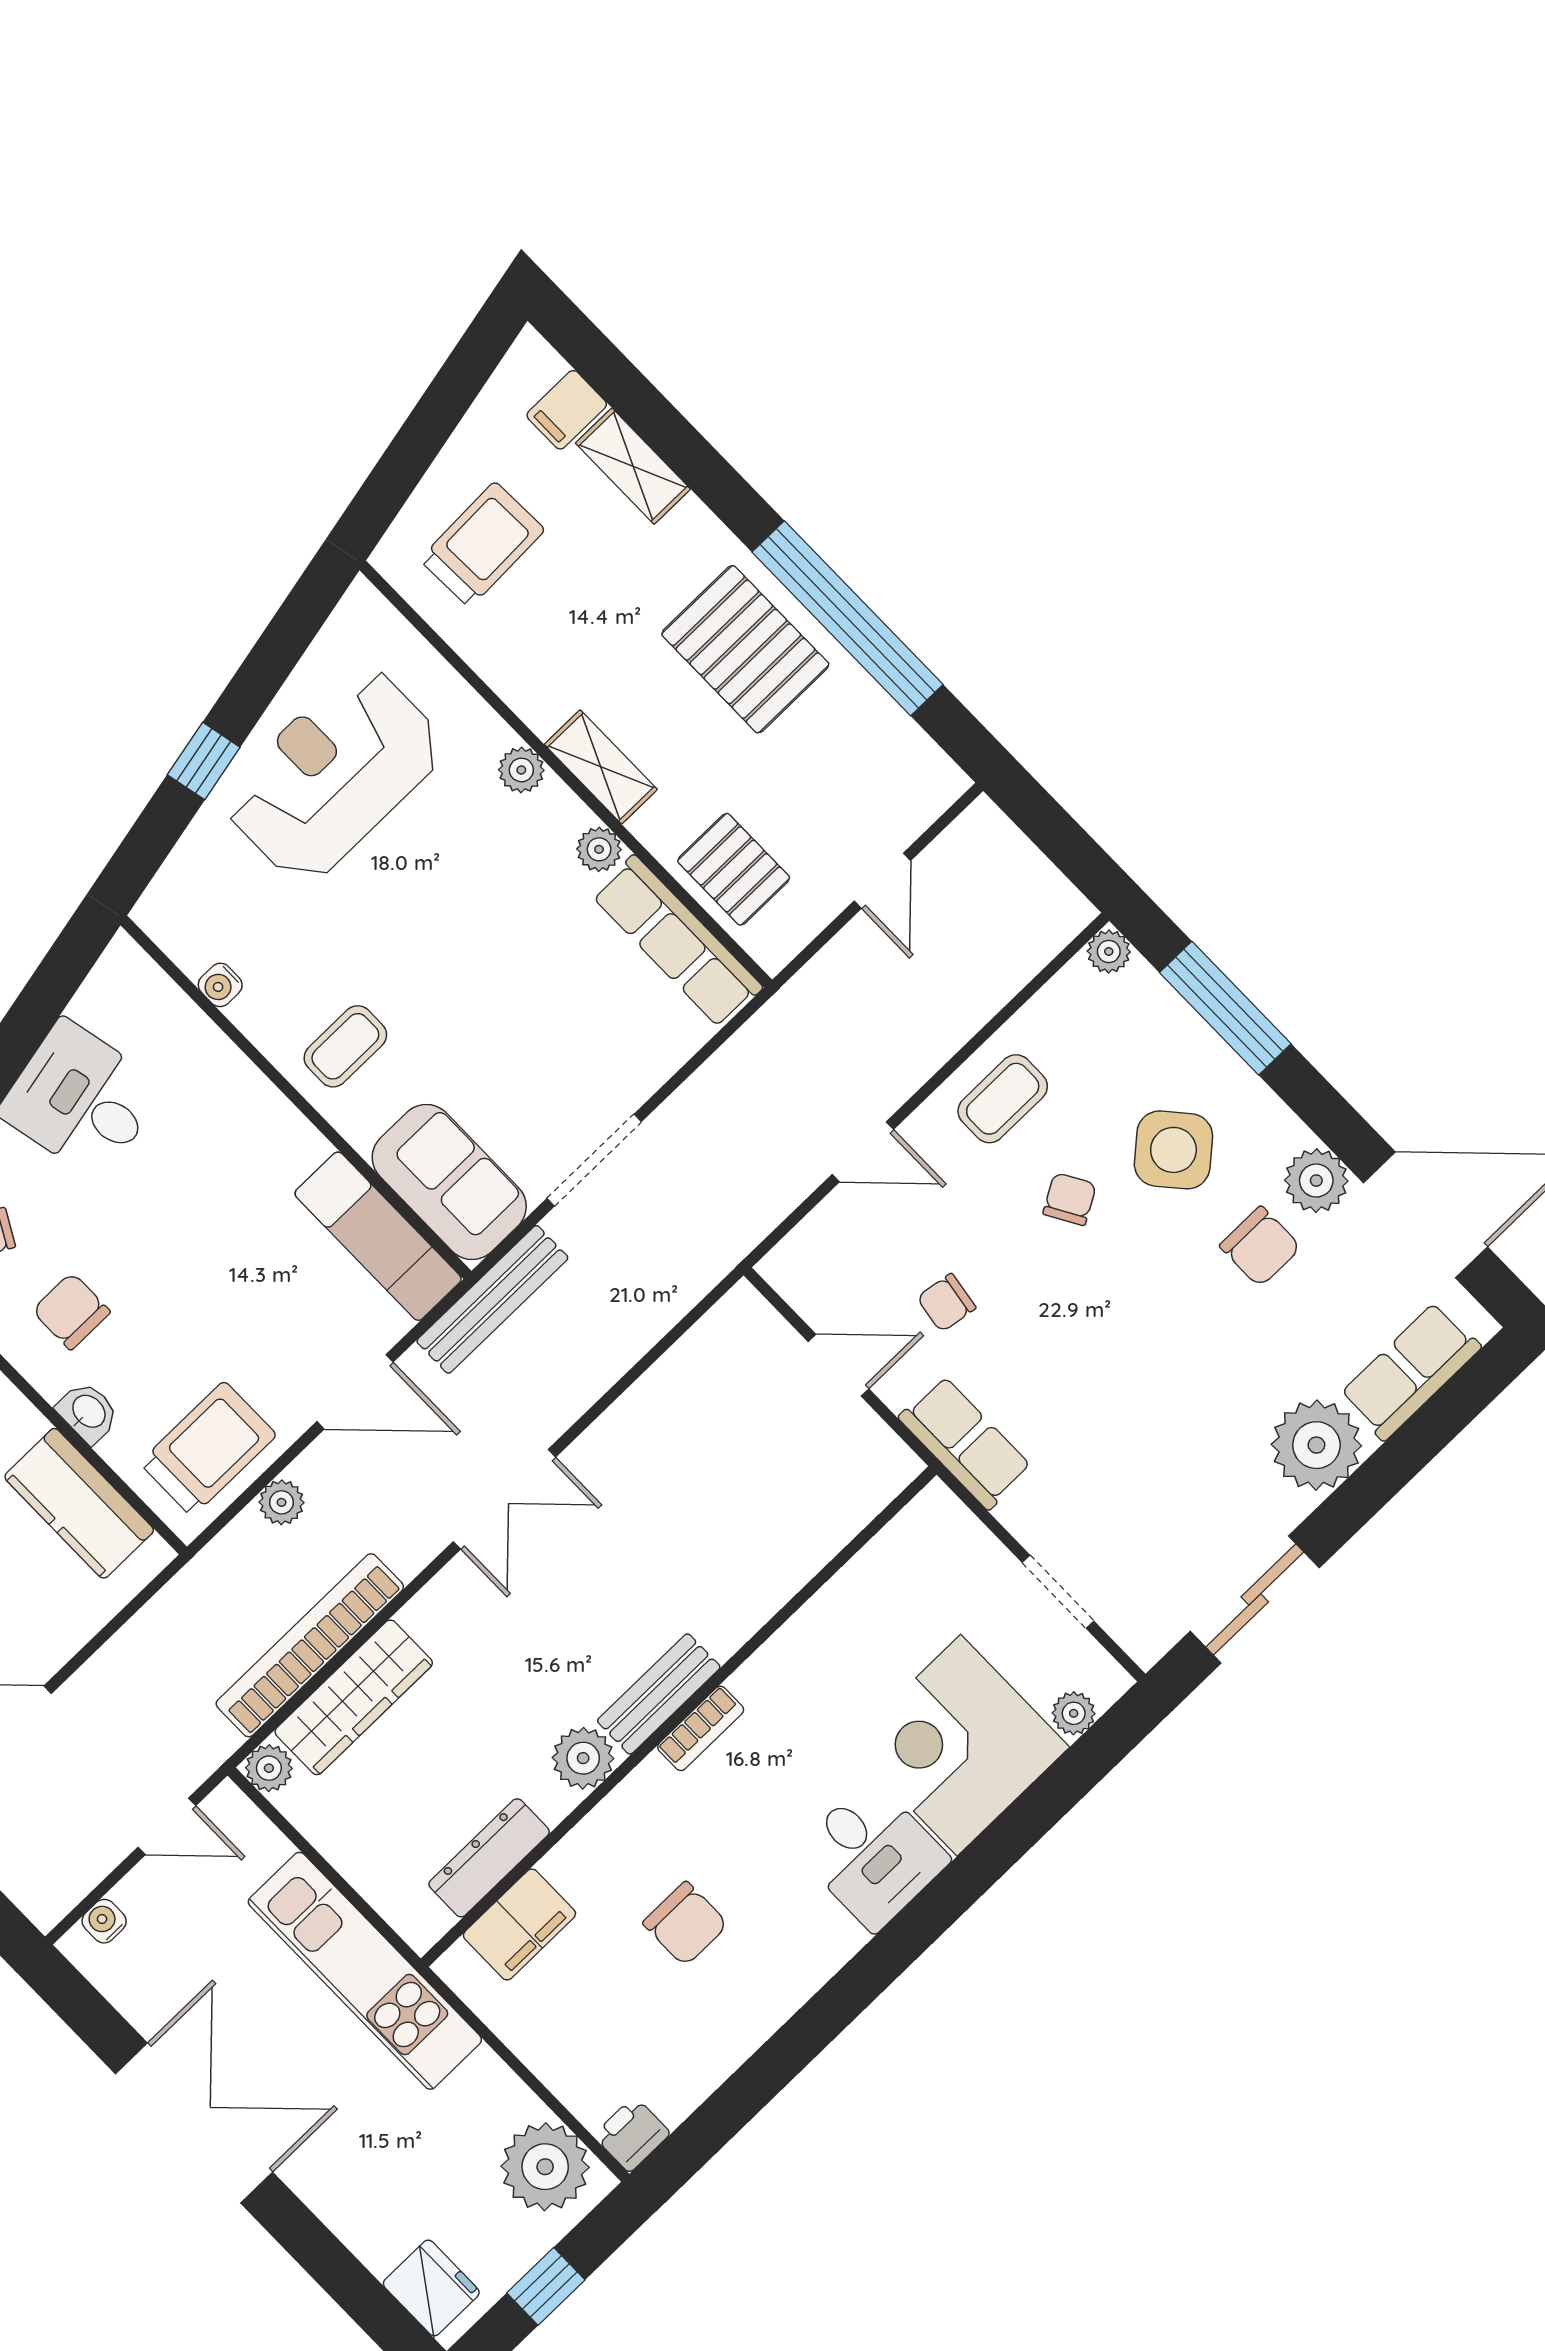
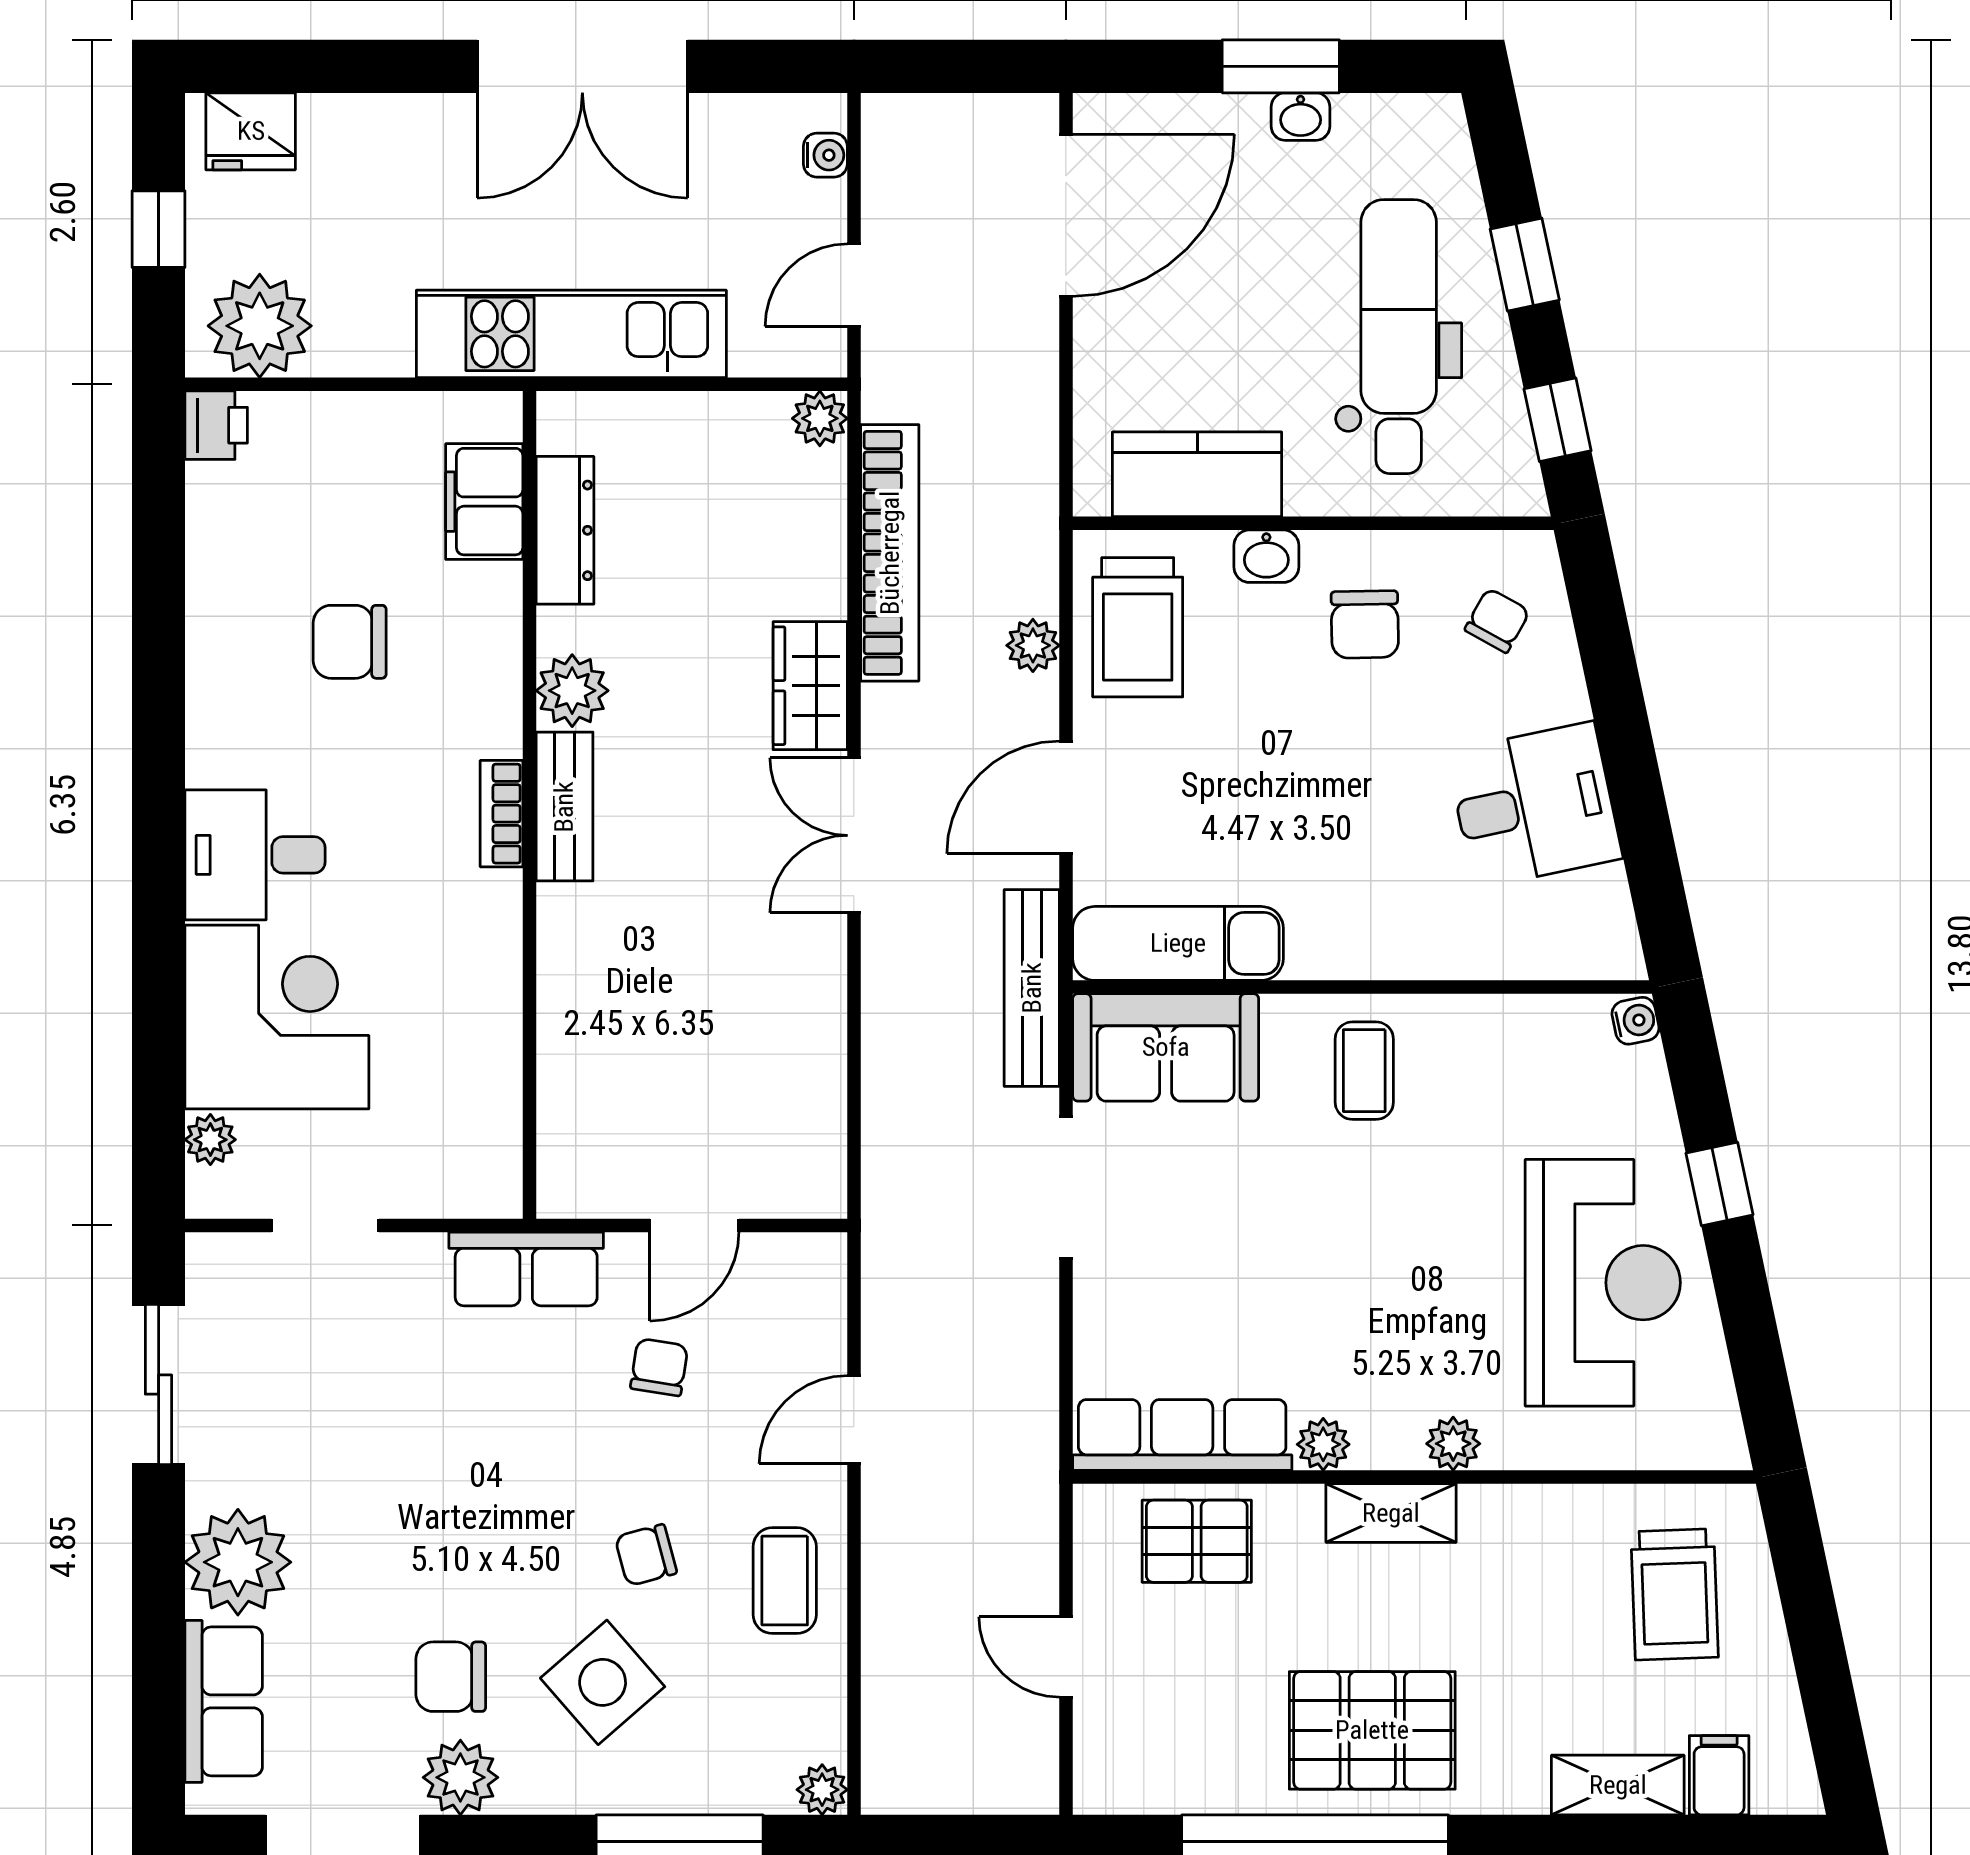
water cooler: (220, 985) -> (1635, 1021), moved, turned 78
chair: (1070, 1199) -> (646, 1555), turned 105
chair: (71, 1311) -> (1365, 624), turned 89
wardrobe: (354, 1697) -> (810, 686), moved, width x0.67

